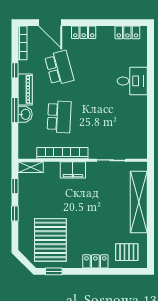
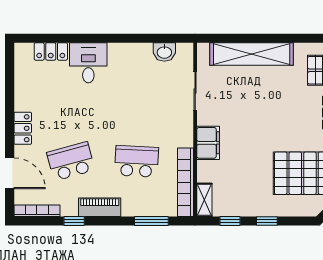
door: (50, 23) -> (10, 173), hinge flipped
locker: (127, 32) -> (51, 51), moved, turned 90
window: (15, 110) -> (151, 221), moved
washbasin: (25, 114) -> (164, 52), moved, turned 180
bookcase: (62, 153) -> (186, 182), moved

